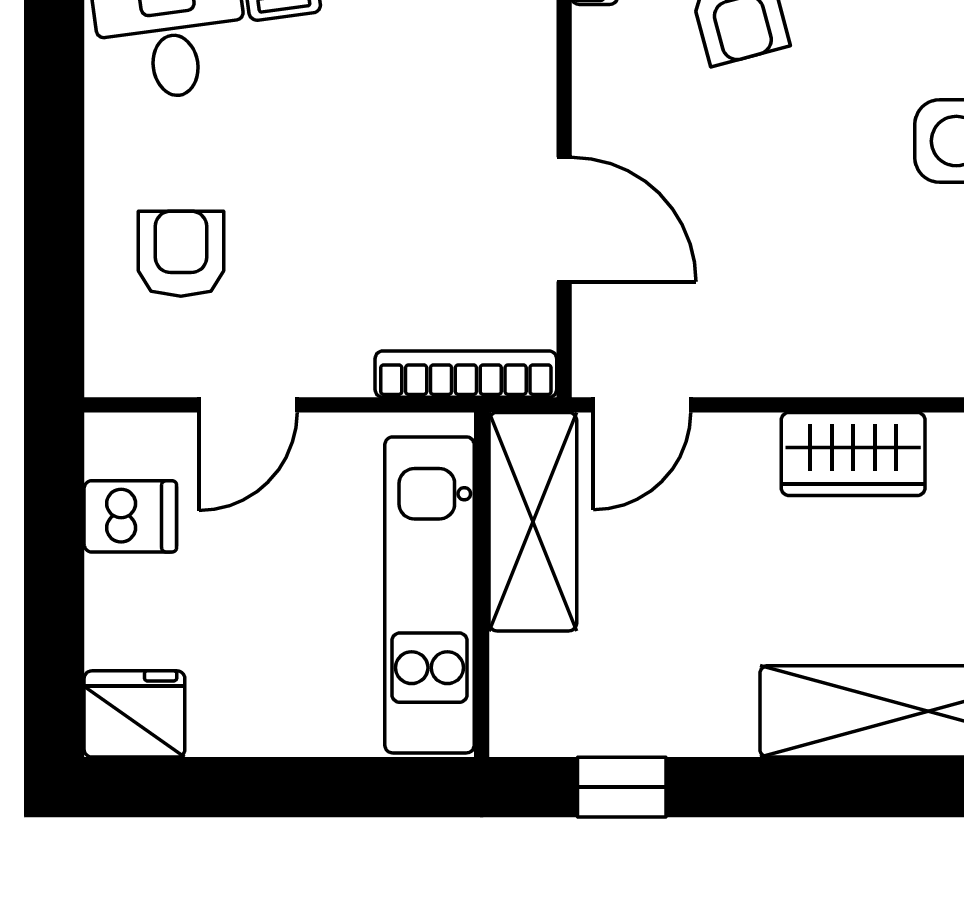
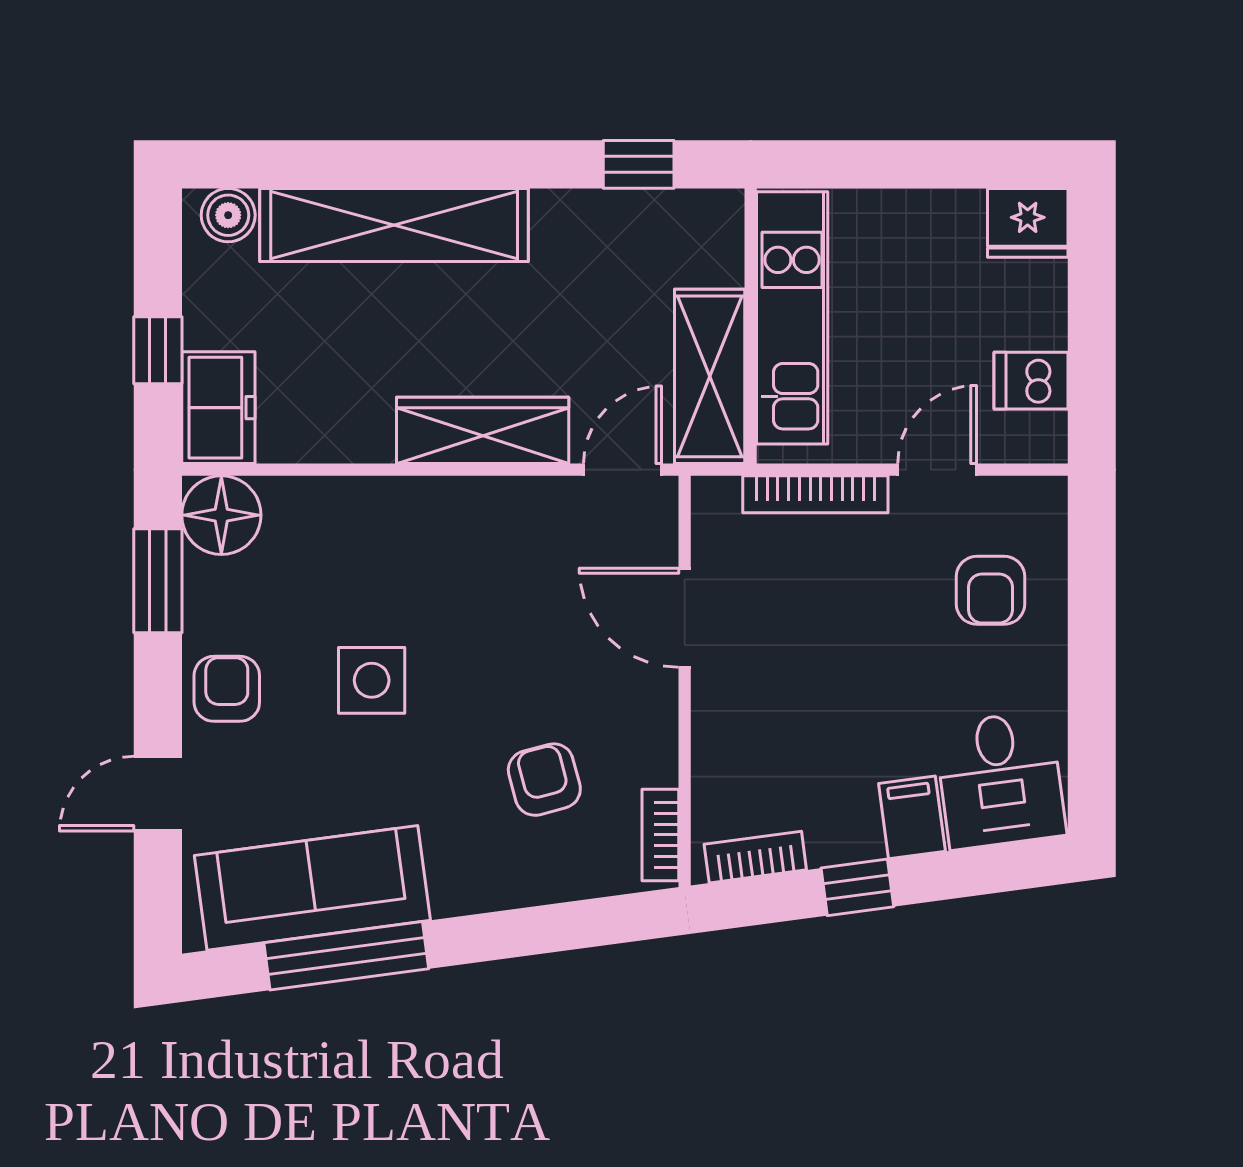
bookcase: (466, 374) -> (815, 494), moved
wardrobe: (853, 454) -> (483, 430), width x1.50

